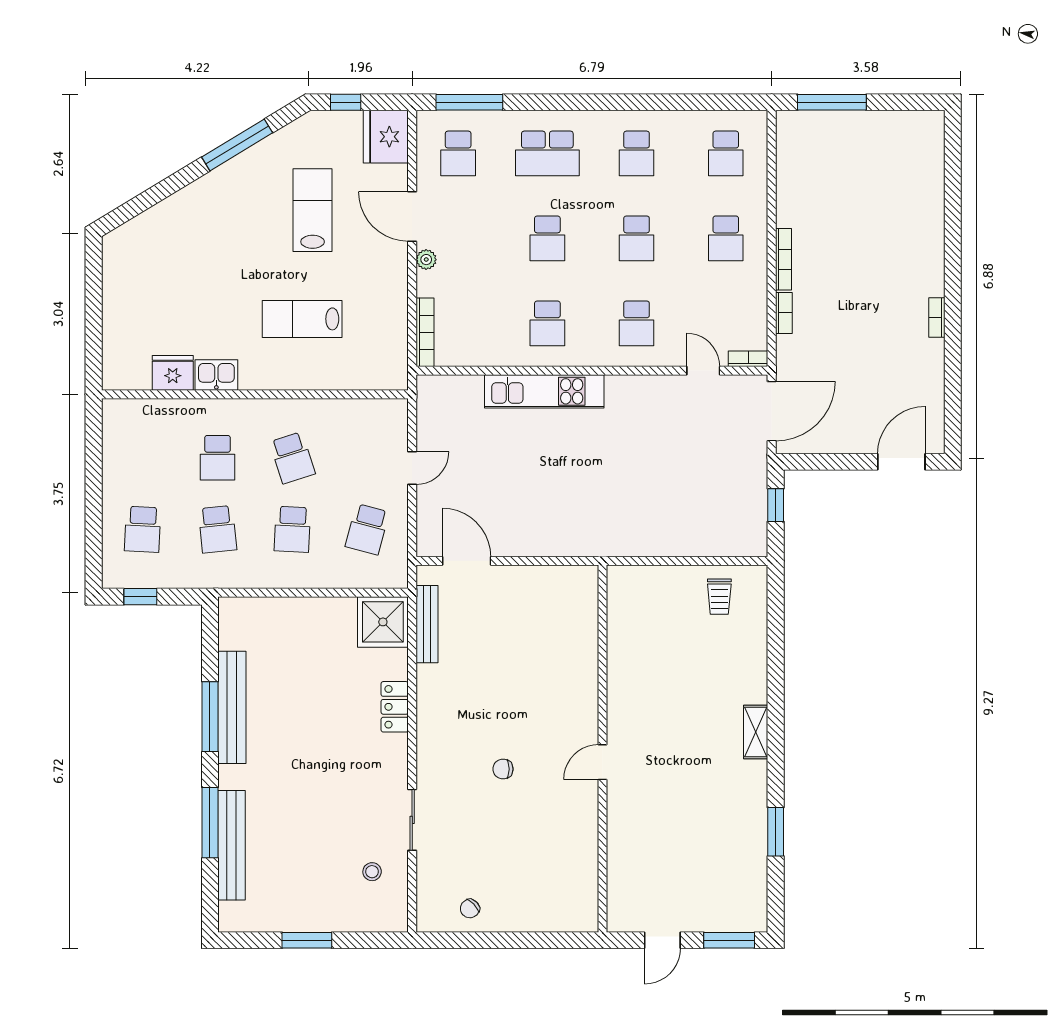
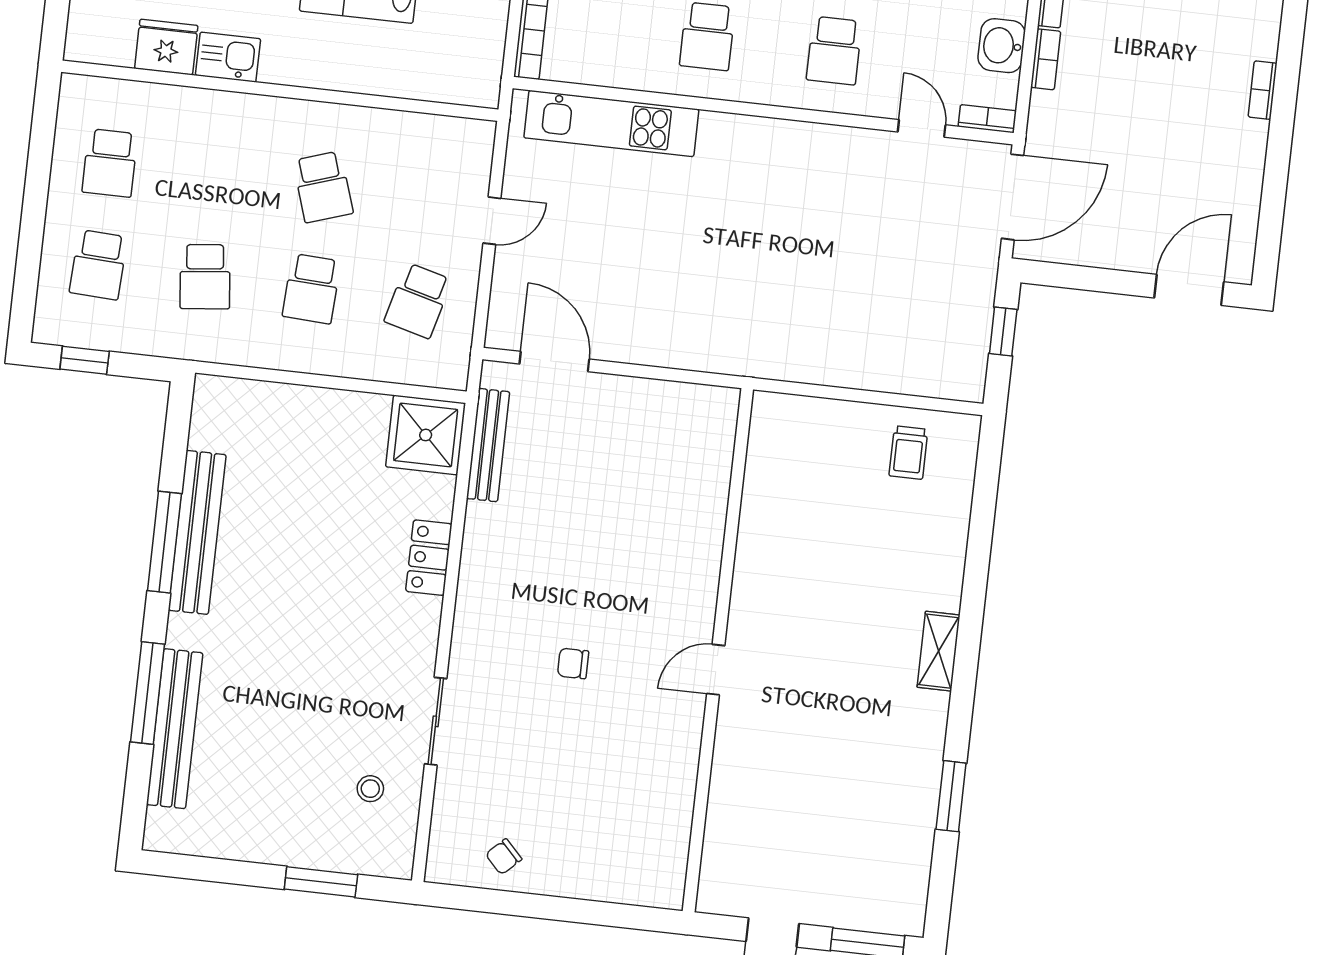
washbasin: (752, 307) -> (1002, 46), added
kitchen unit: (544, 391) -> (611, 124), moved
school desk: (217, 458) -> (110, 163), moved
window: (307, 940) -> (321, 882), moved

